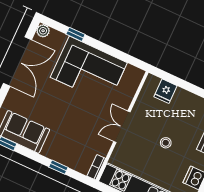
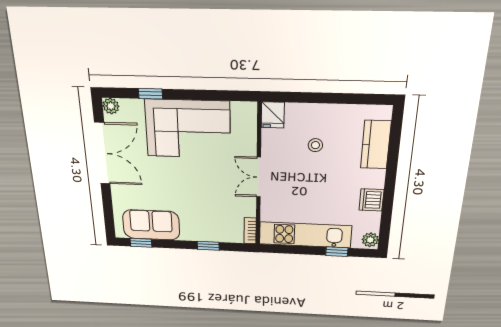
fridge: (165, 91) -> (273, 115), moved
stool: (166, 143) -> (315, 145), moved

